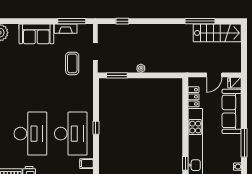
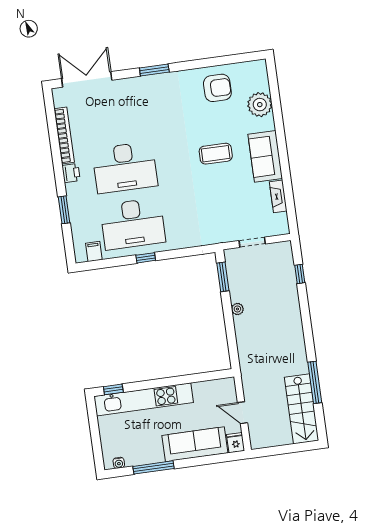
window: (72, 21) -> (290, 203), removed
coffee table: (72, 63) -> (216, 154), moved
locker: (193, 97) -> (208, 388), removed

